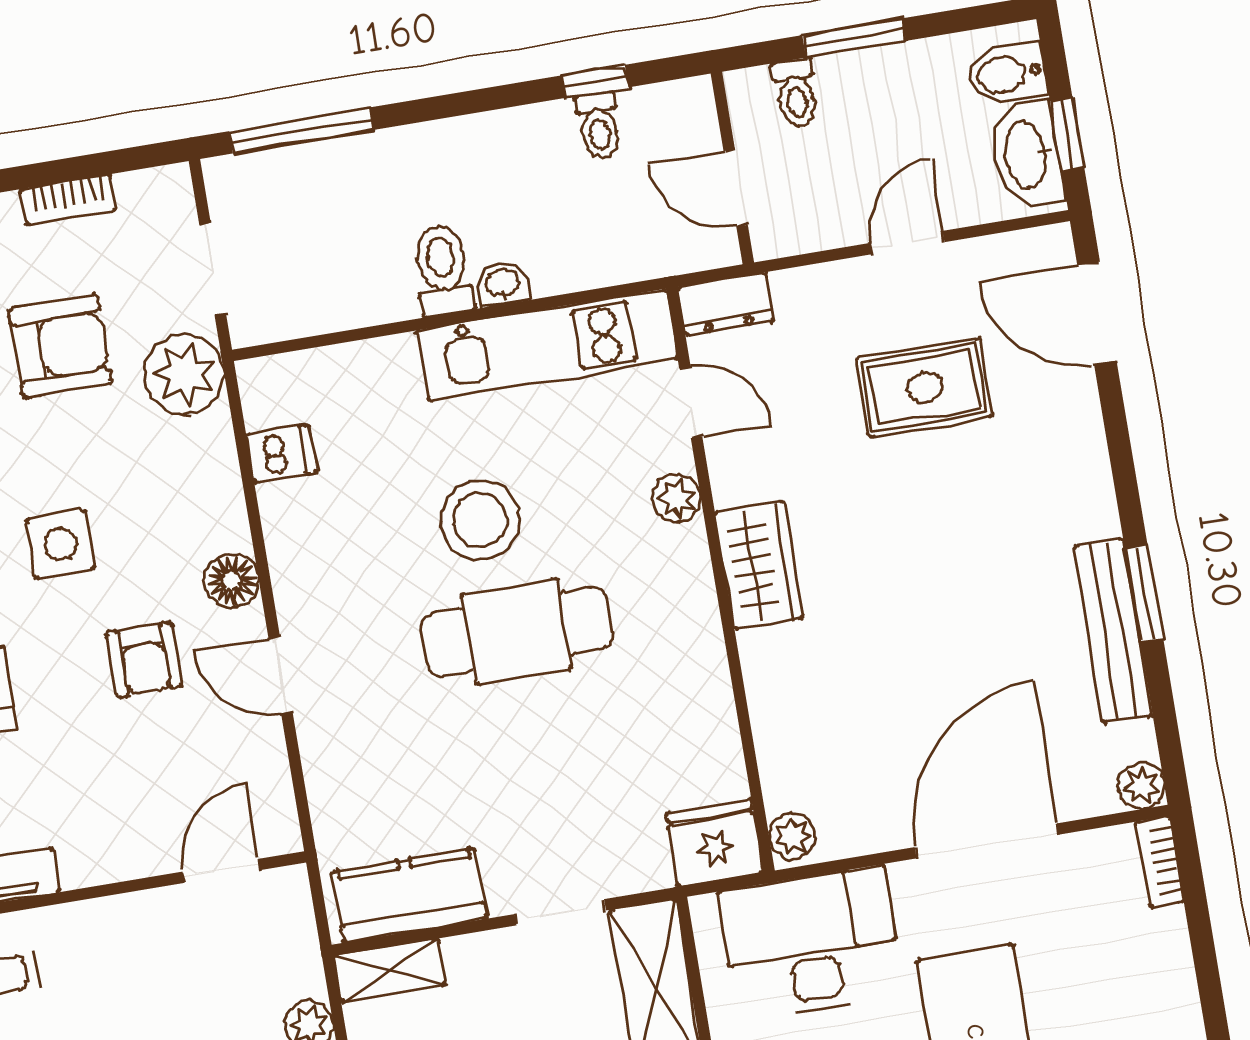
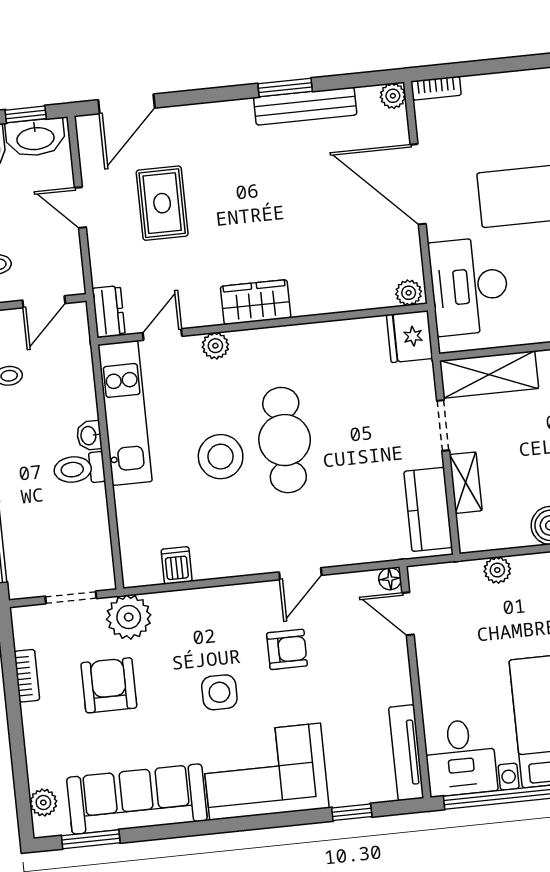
floor lamp: (231, 581) -> (390, 579), moved, width x0.73, depth x0.73
shelving: (390, 971) -> (466, 483), moved

